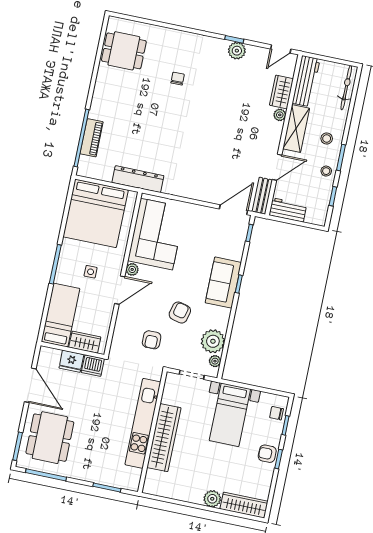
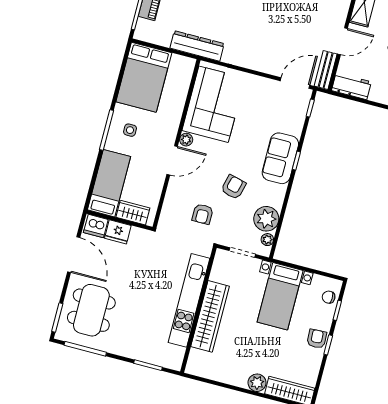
bed: (96, 213) -> (144, 77), width x0.73
side table: (91, 272) -> (130, 130), moved
dishwasher: (93, 366) -> (96, 226), moved
armchair: (267, 454) -> (317, 339), turned 87

